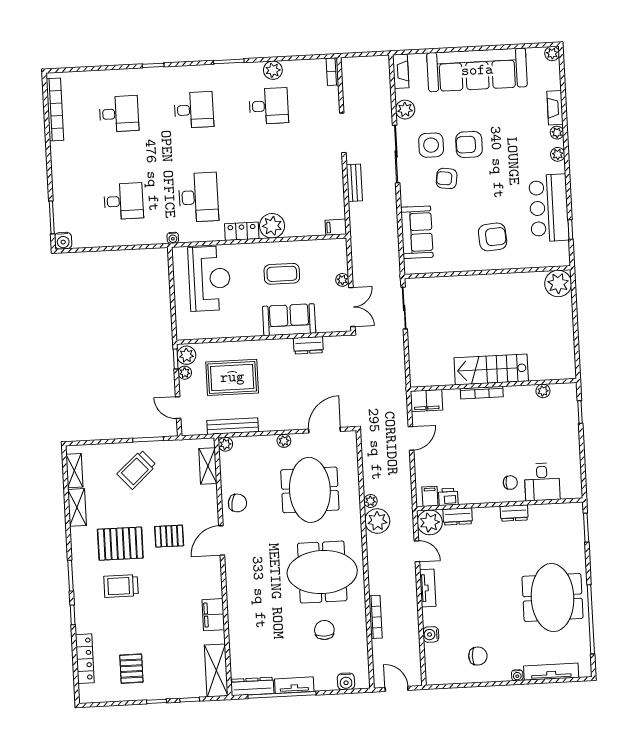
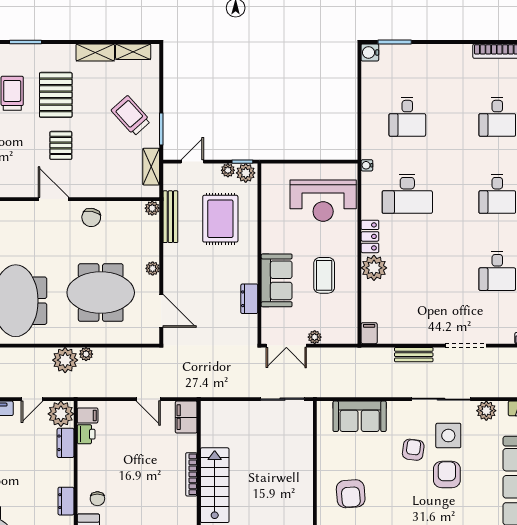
shelving: (208, 466) -> (151, 167), moved, turned 90

